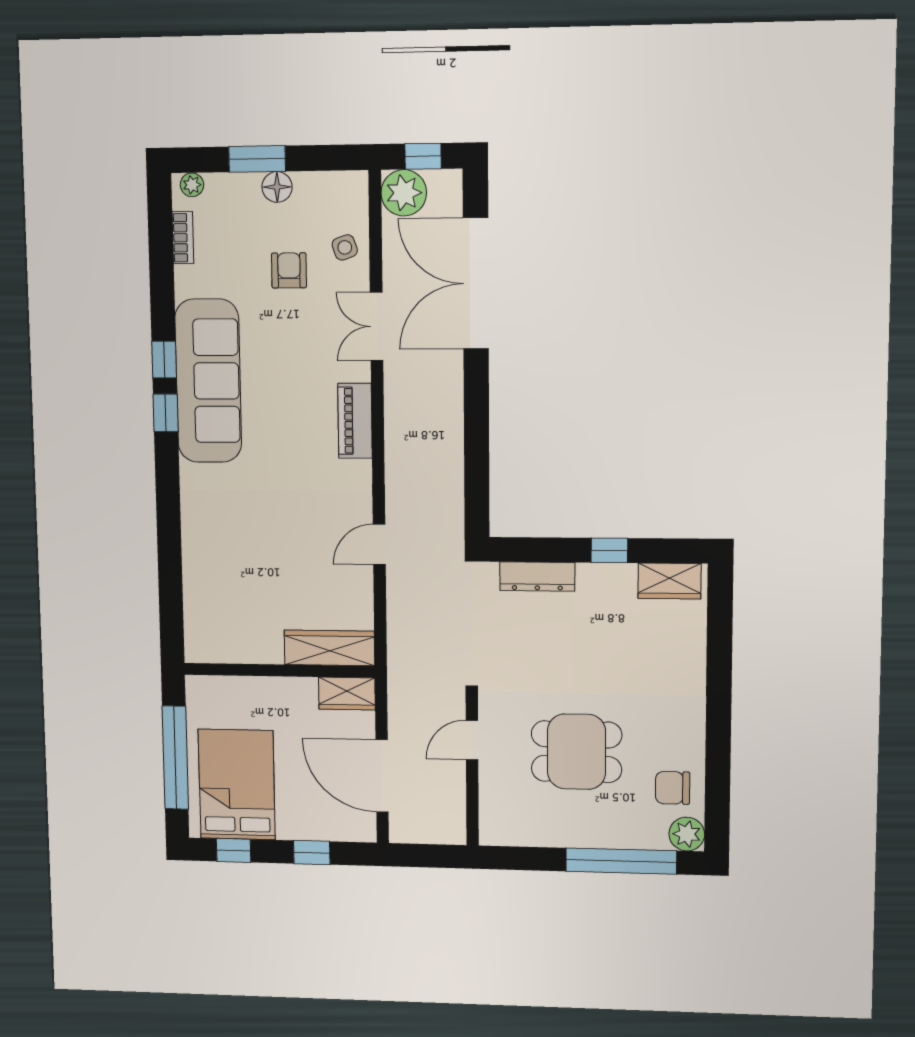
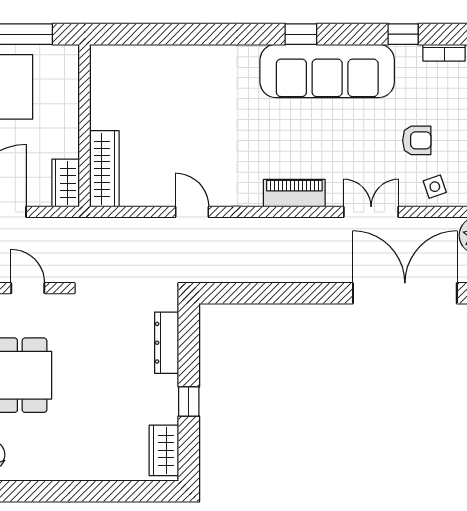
window: (164, 360) -> (403, 34), moved

